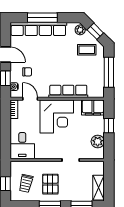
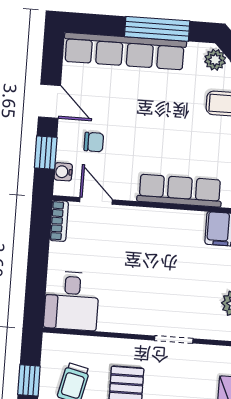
window: (42, 18) -> (157, 29), moved
corner desk: (57, 117) -> (151, 243), removed

